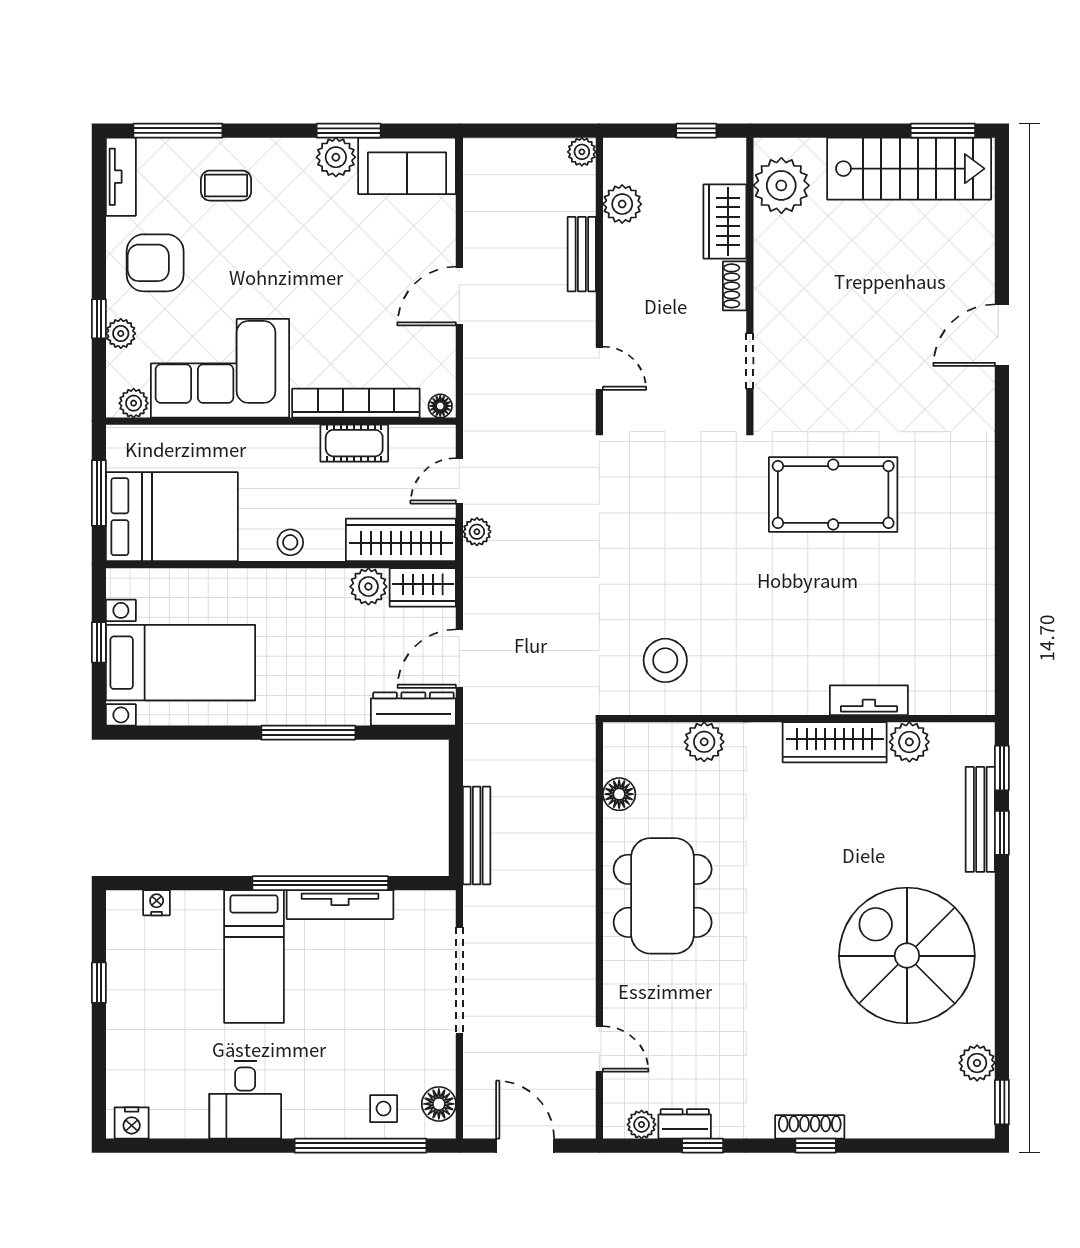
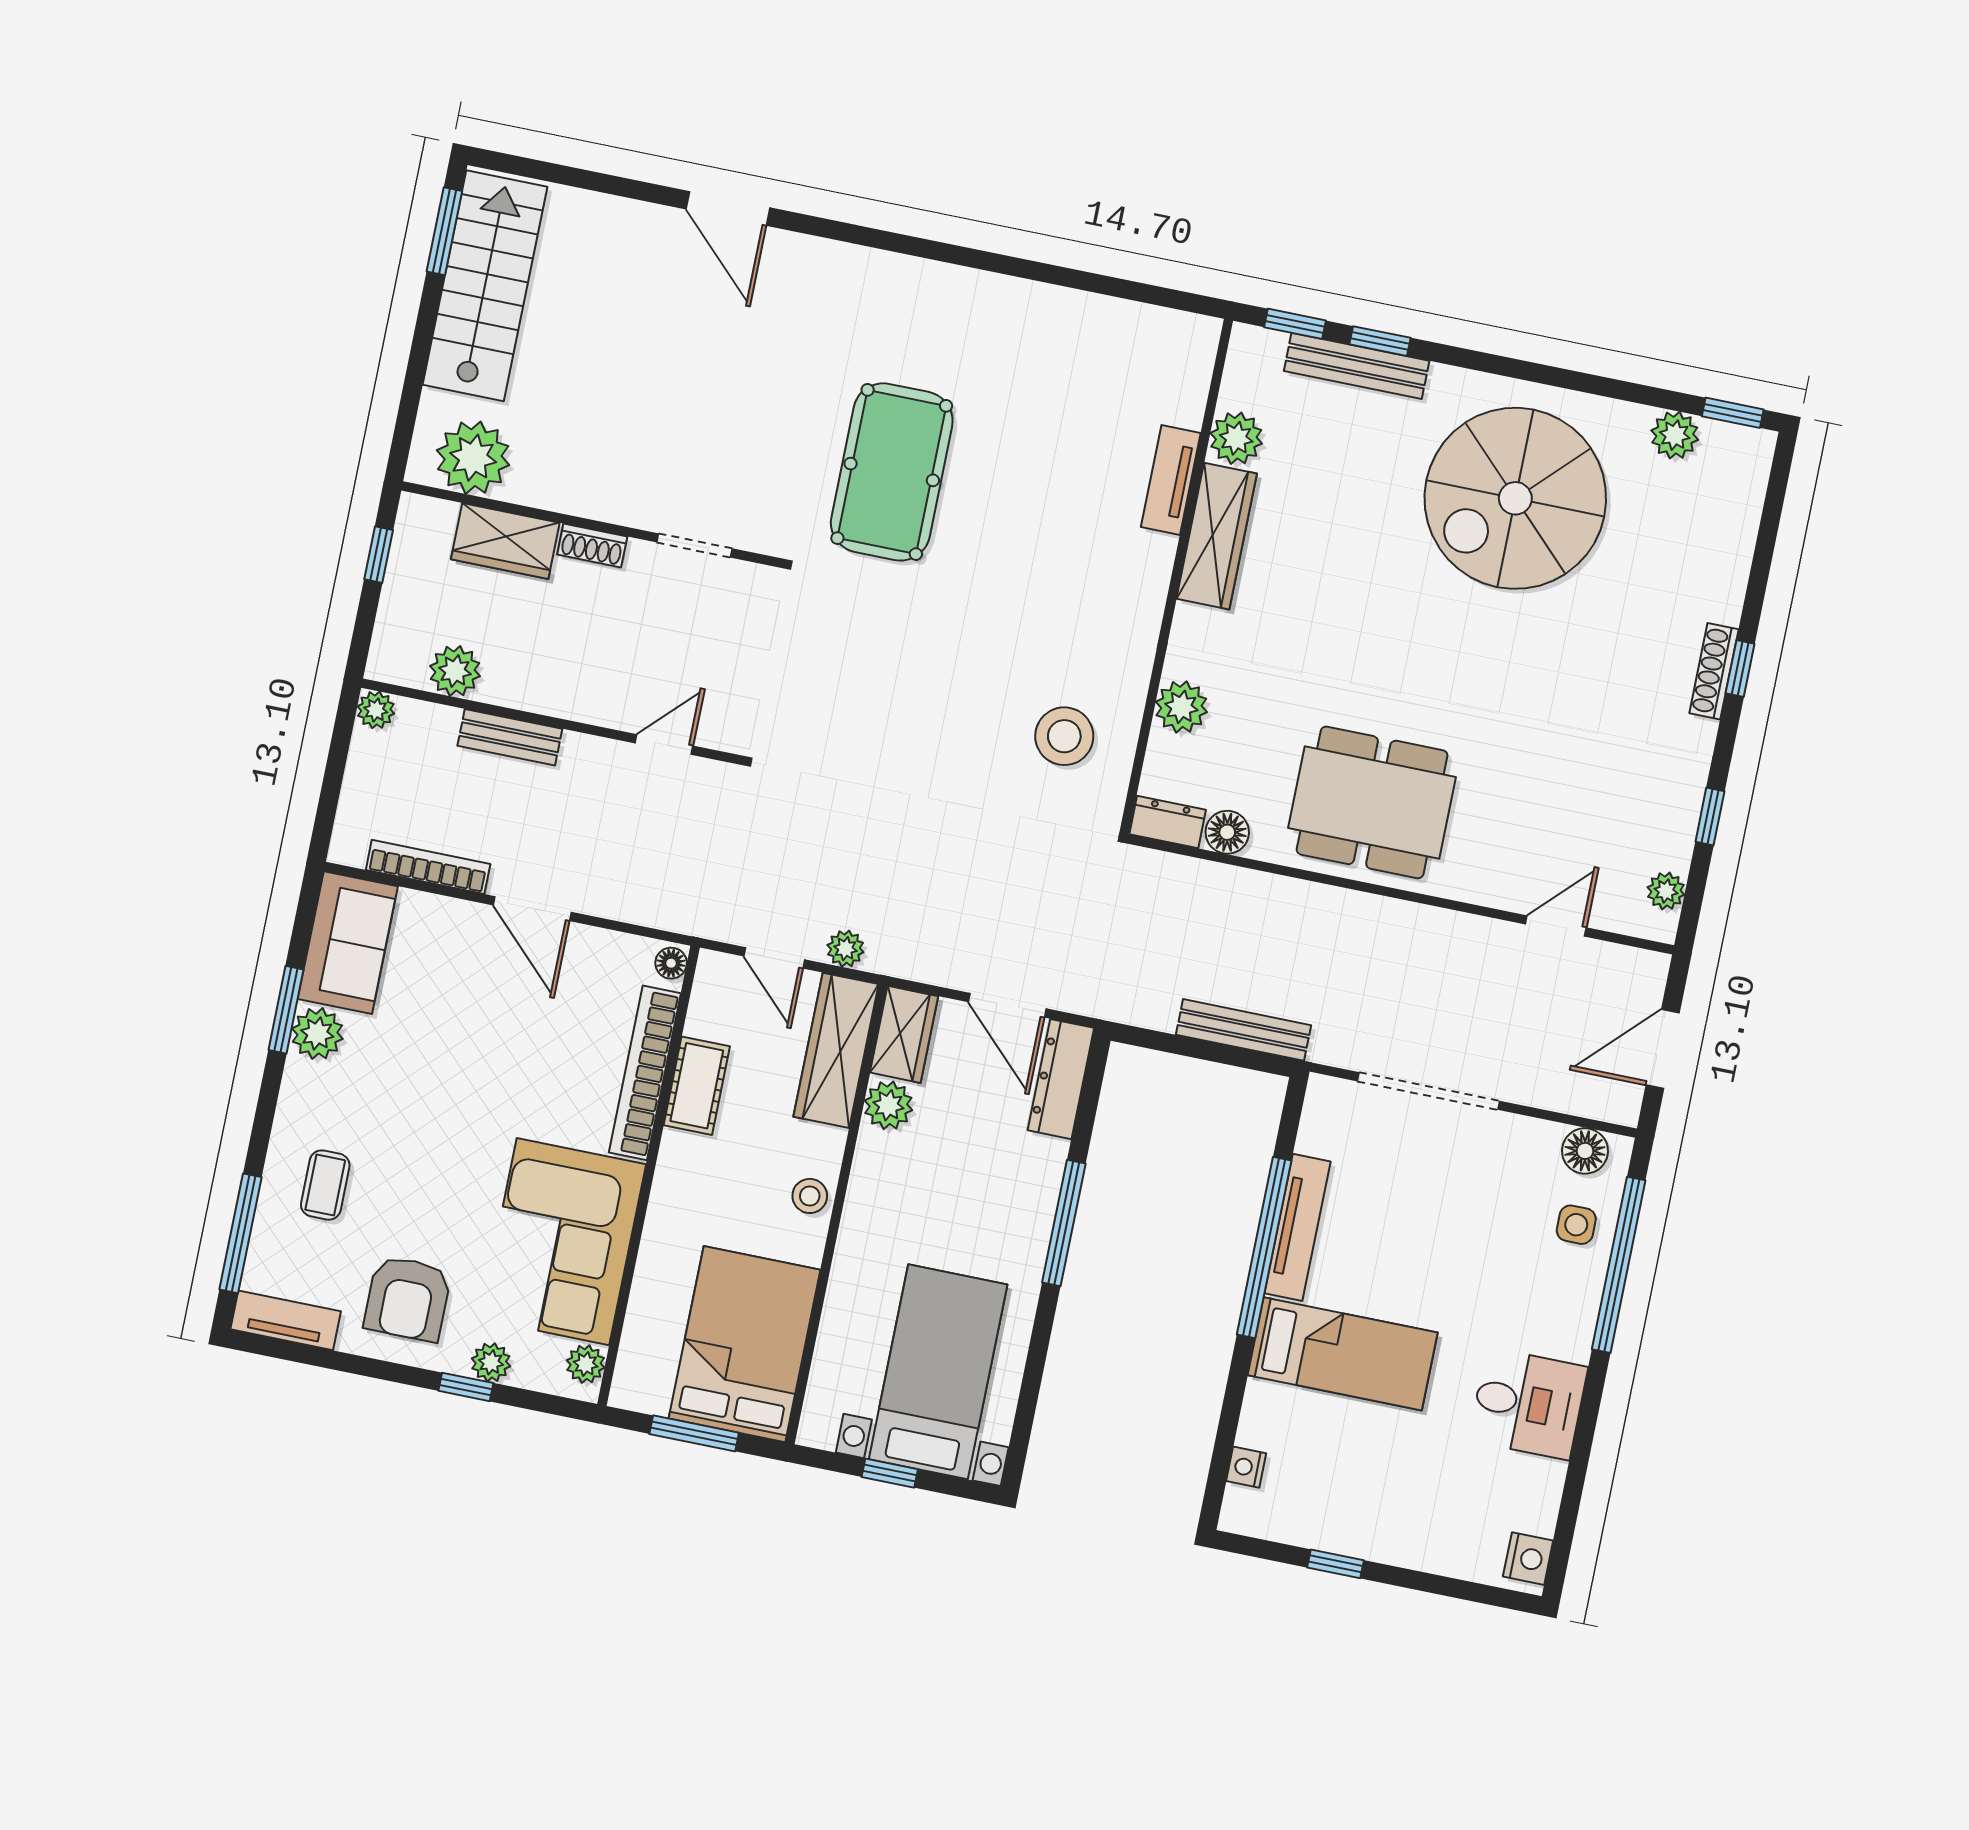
bookcase: (475, 214) -> (428, 867), added
dresser: (685, 1124) -> (1168, 822), moved, turned 90

